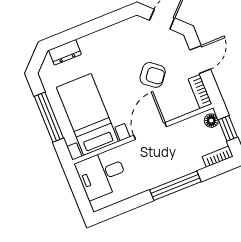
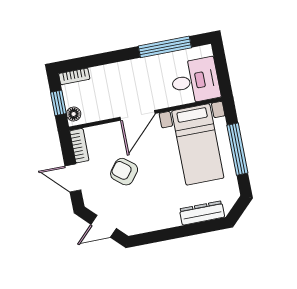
dresser: (65, 52) -> (202, 213), width x1.44
door: (200, 60) -> (73, 178), hinge flipped
window: (175, 186) -> (165, 47), moved

